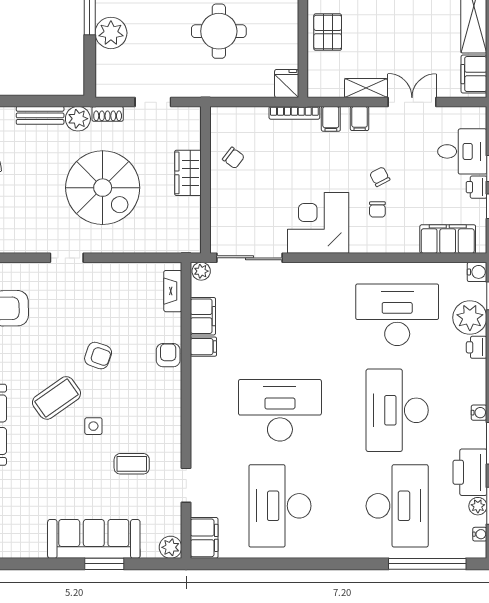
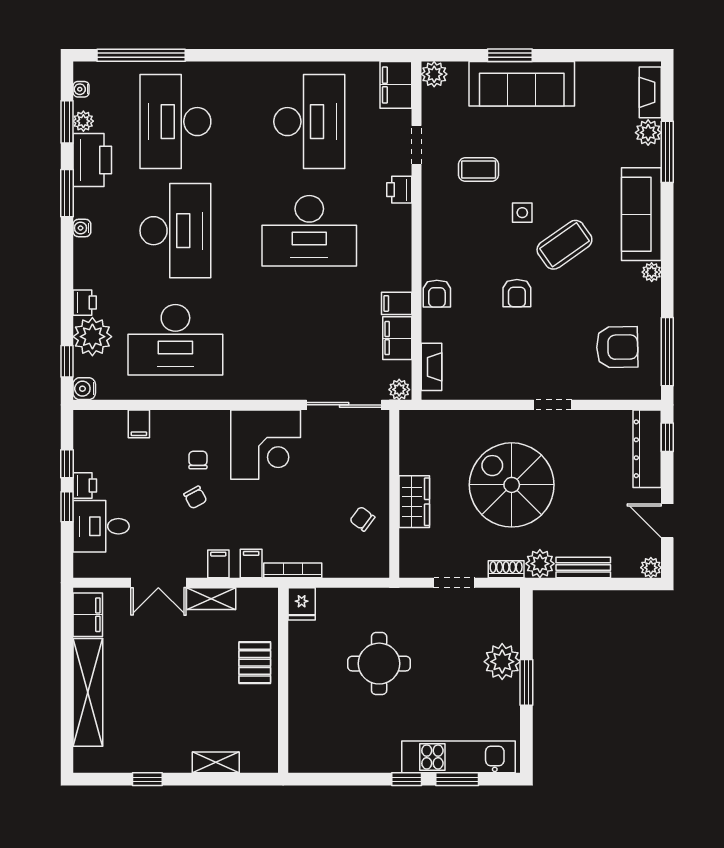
filing cabinet: (448, 239) -> (139, 424), width x0.33, depth x0.86
armchair: (98, 356) -> (517, 293), turned -109
printer: (201, 446) -> (399, 190), added

